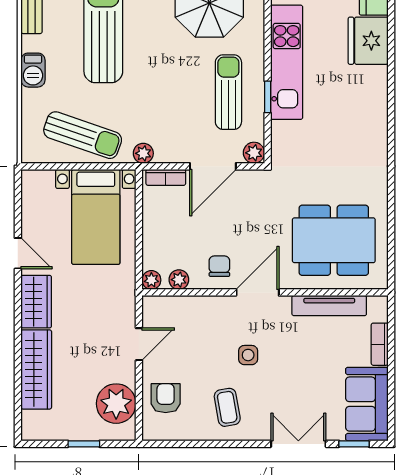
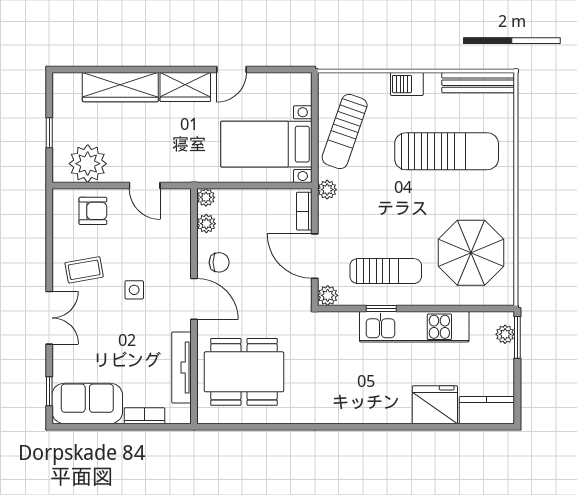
dining table: (334, 240) -> (244, 372), turned 90
double door: (298, 444) -> (49, 318), moved

